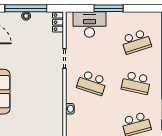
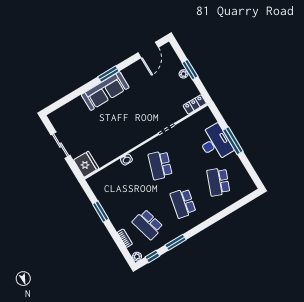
window: (26, 8) -> (190, 70), width x0.47
desk: (89, 24) -> (215, 143), moved
school desk: (136, 42) -> (218, 182), turned 39

